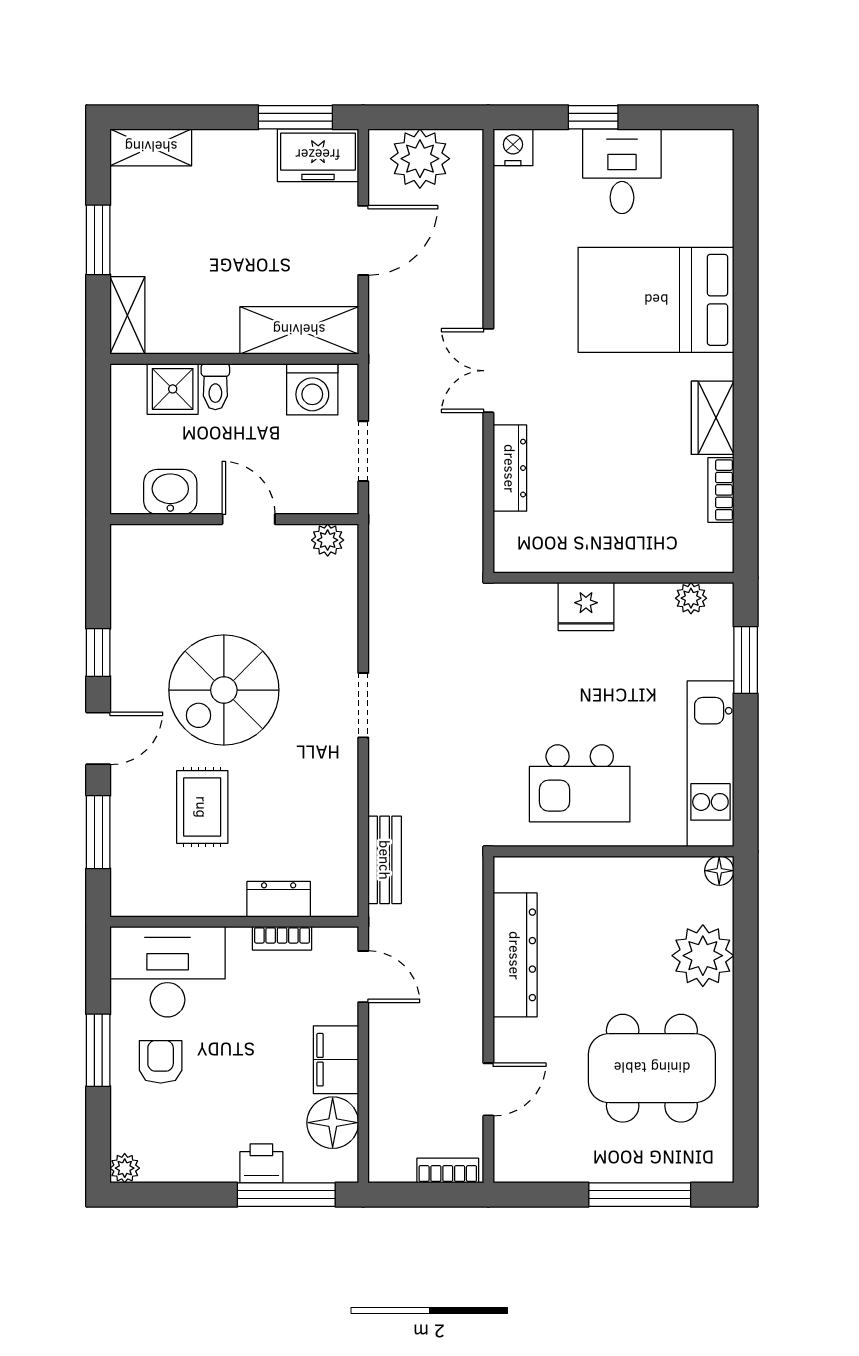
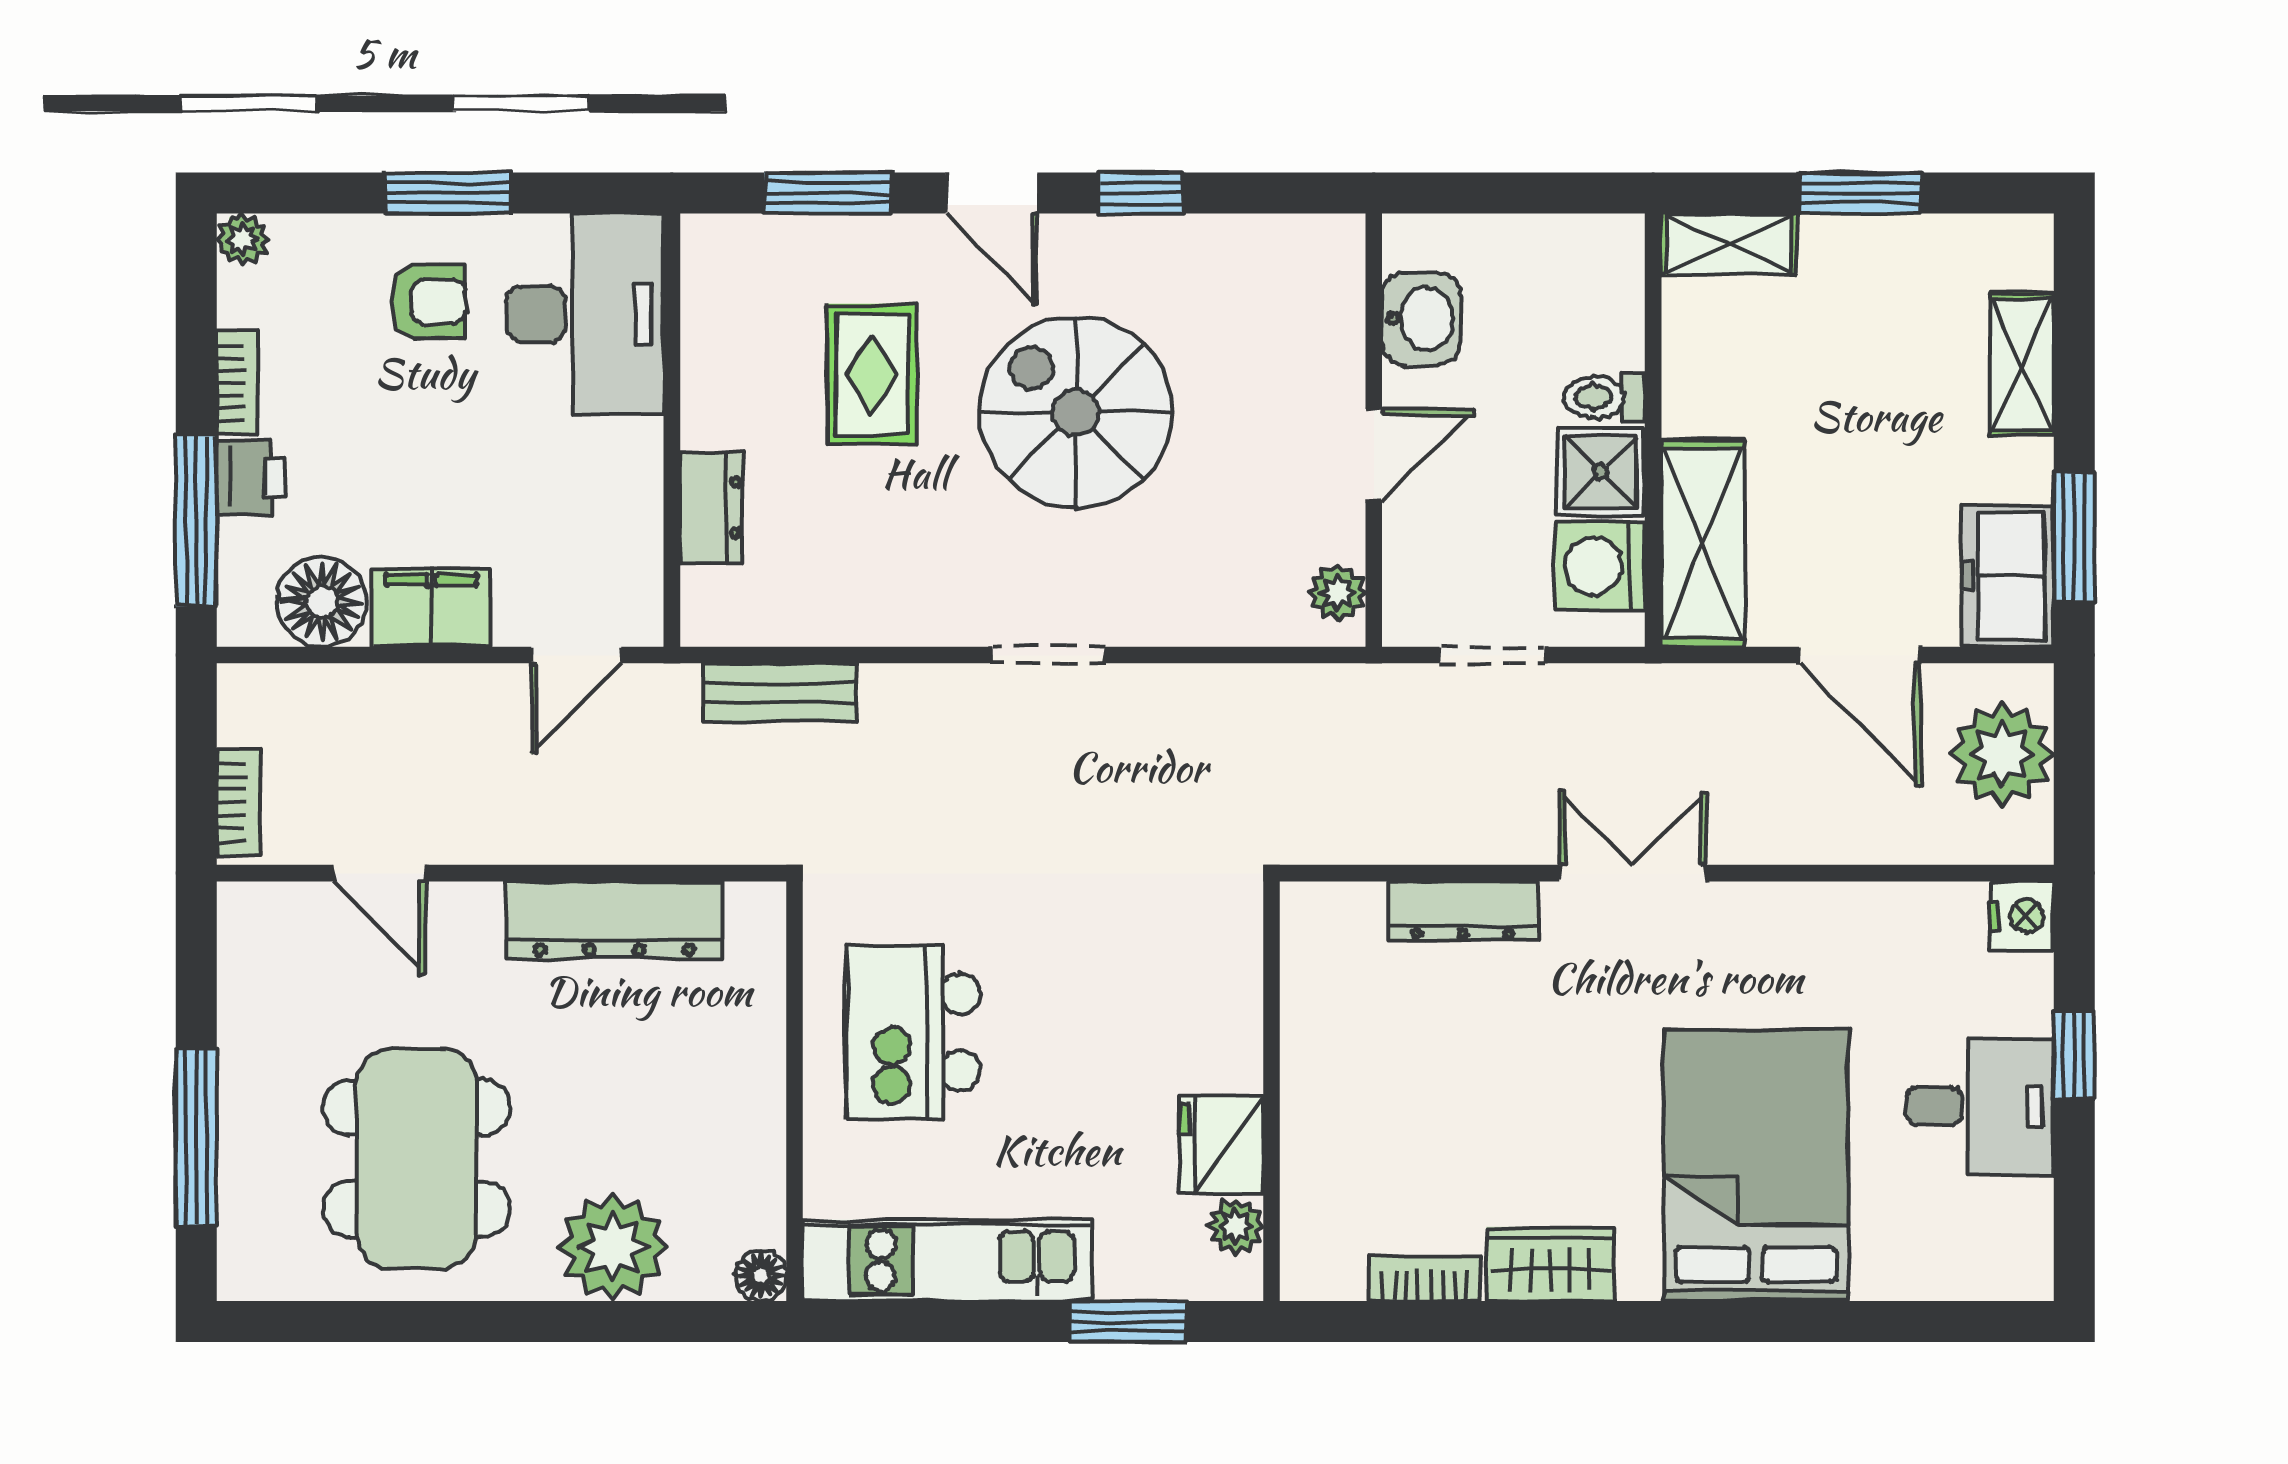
shelving: (151, 147) -> (2022, 364), moved
shower: (173, 389) -> (1601, 472), moved
fridge: (586, 607) -> (1221, 1145), moved
rug: (202, 807) -> (872, 374), turned 90
bookcase: (282, 938) -> (237, 383), moved, turned 180

